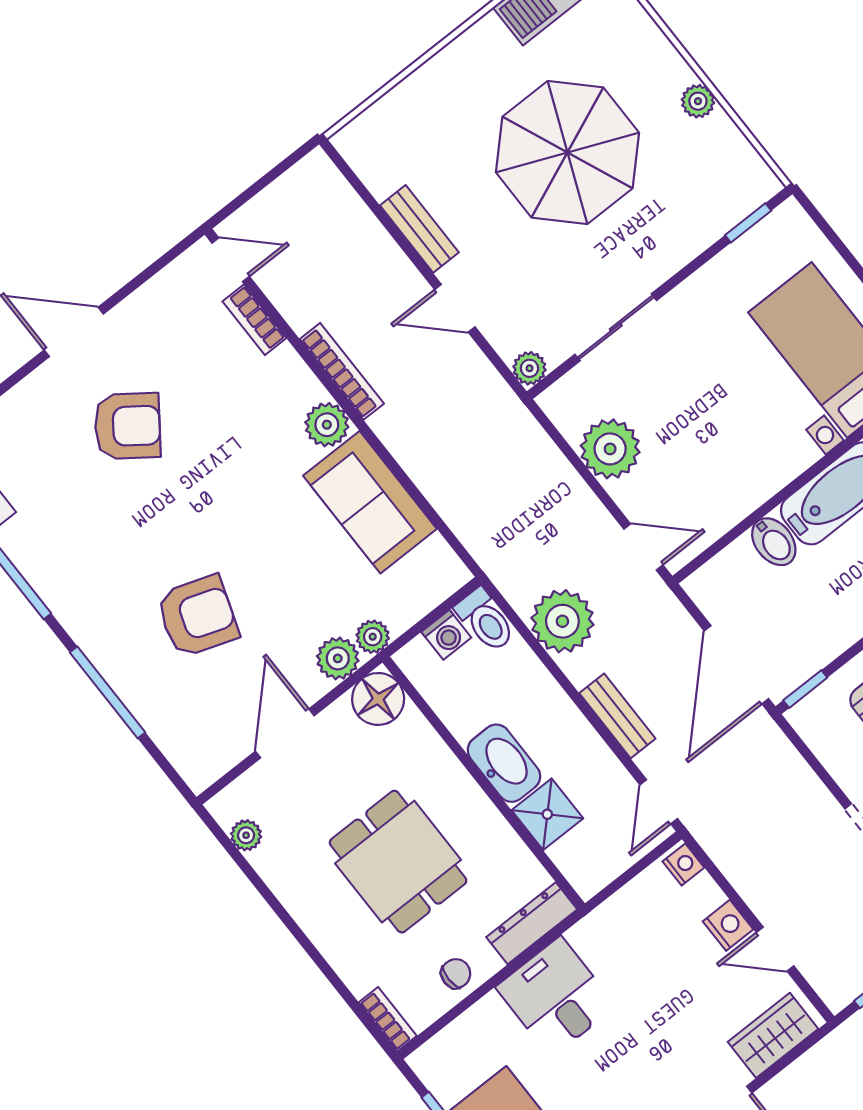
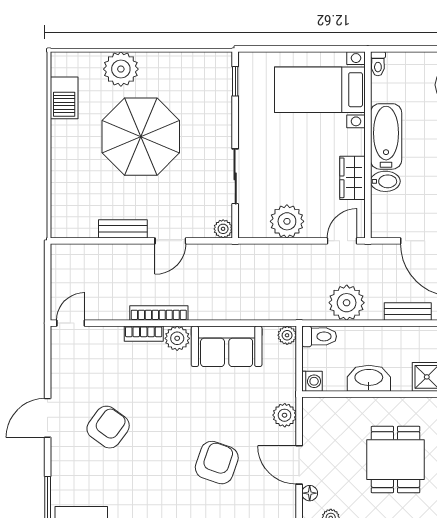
plant: (698, 101) -> (121, 69), moved, width x1.87, depth x1.87
bookcase: (254, 320) -> (144, 334), moved
wardrobe: (743, 492) -> (352, 178), added
washing machine: (446, 635) -> (312, 381), moved
plant: (373, 637) -> (287, 335), moved
floor lamp: (378, 699) -> (310, 493), moved, width x0.53, depth x0.53
washbasin: (504, 763) -> (369, 378), moved
dining table: (398, 862) -> (396, 460), turned 90

